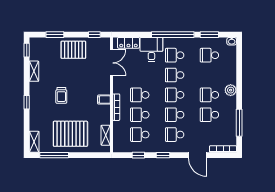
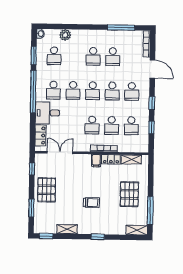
plant: (231, 90) -> (65, 35), moved
locker: (105, 115) -> (111, 159), added
pallet: (70, 134) -> (129, 194), width x0.73, depth x0.71
door: (198, 155) -> (152, 69), hinge flipped

